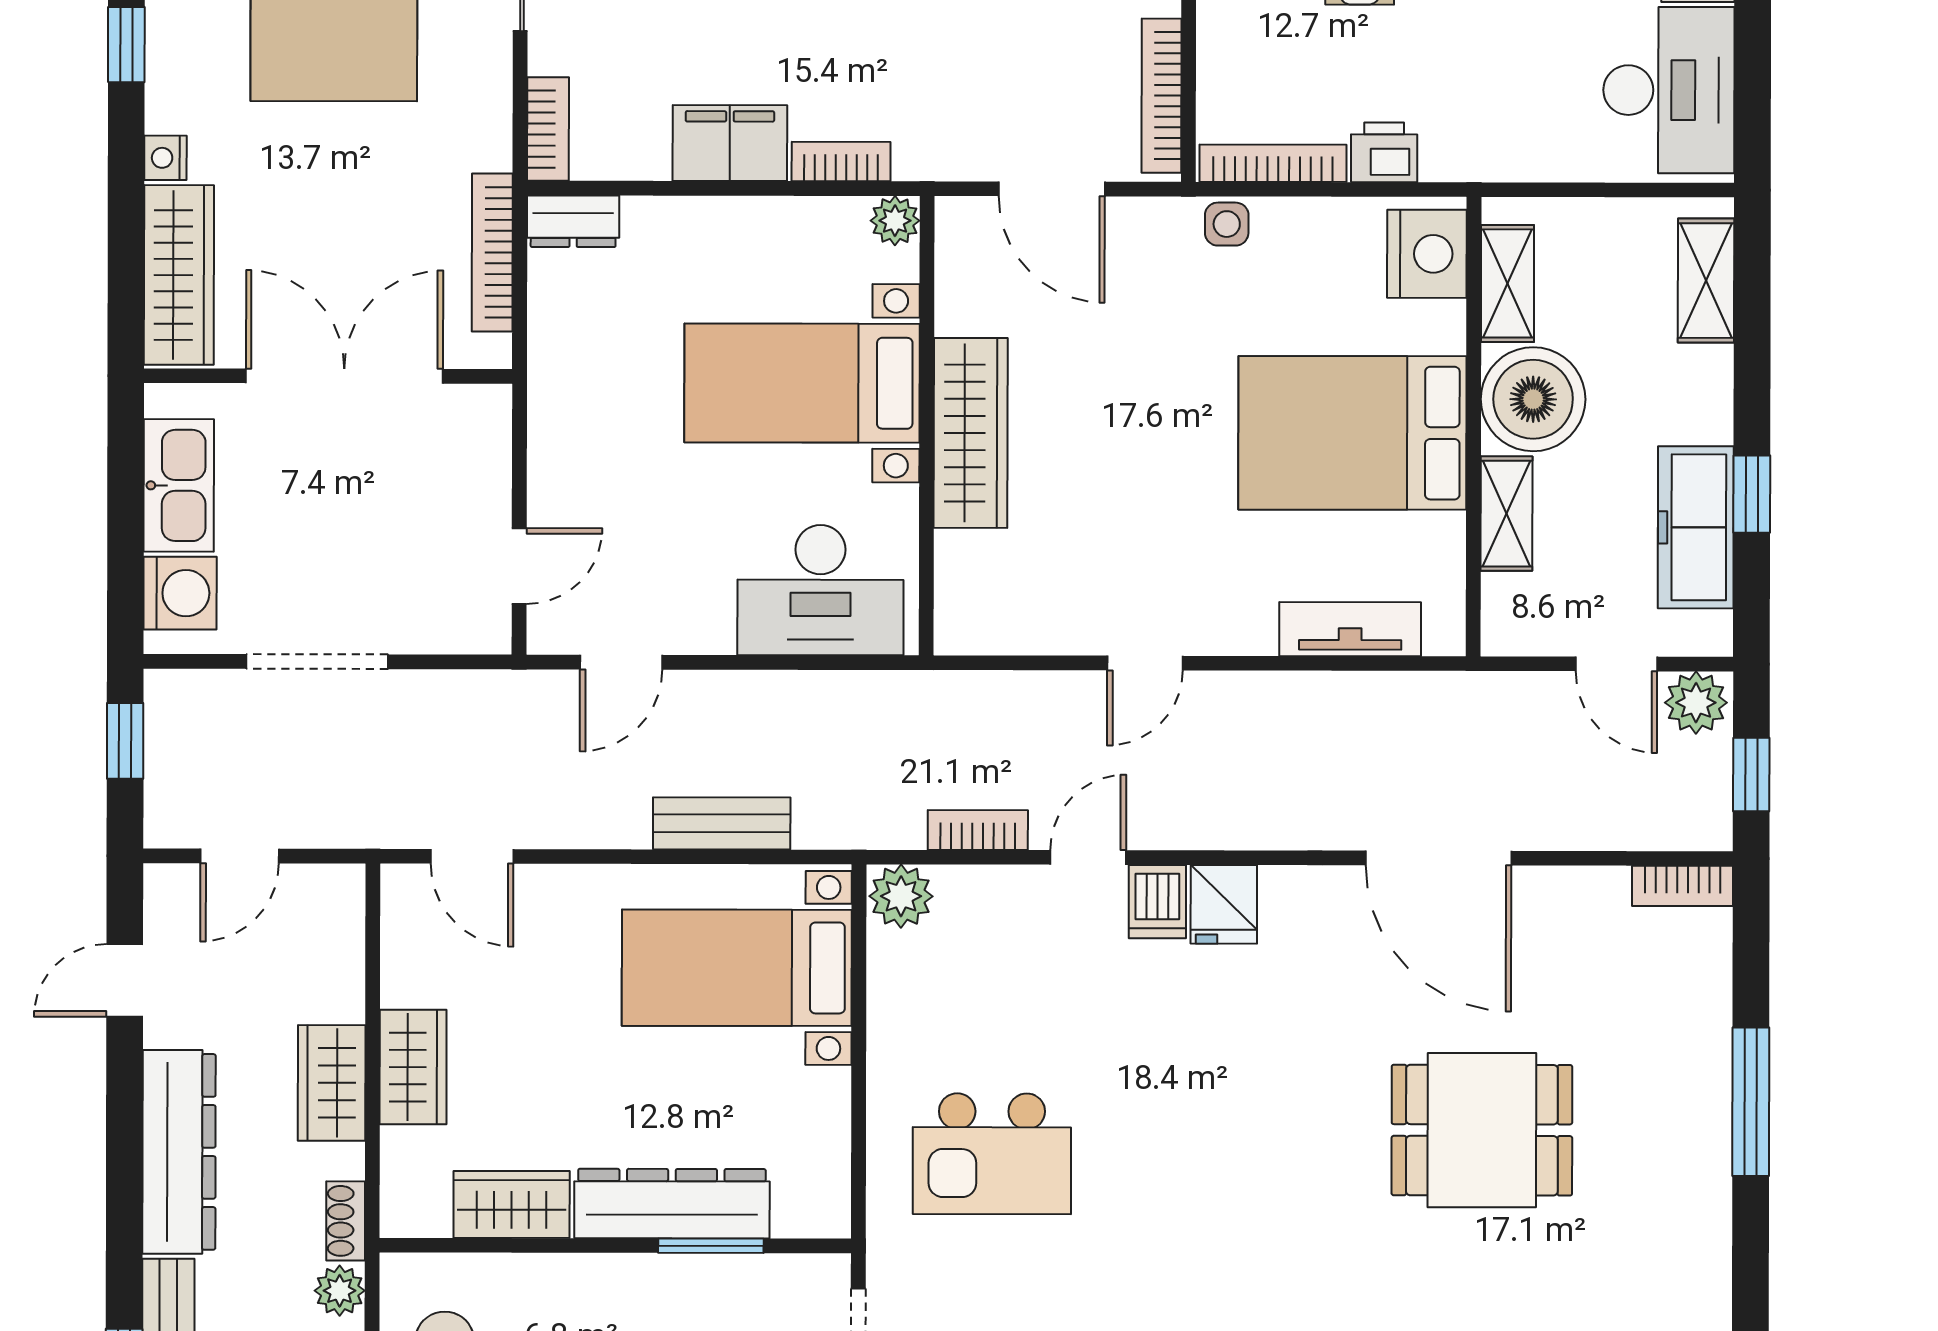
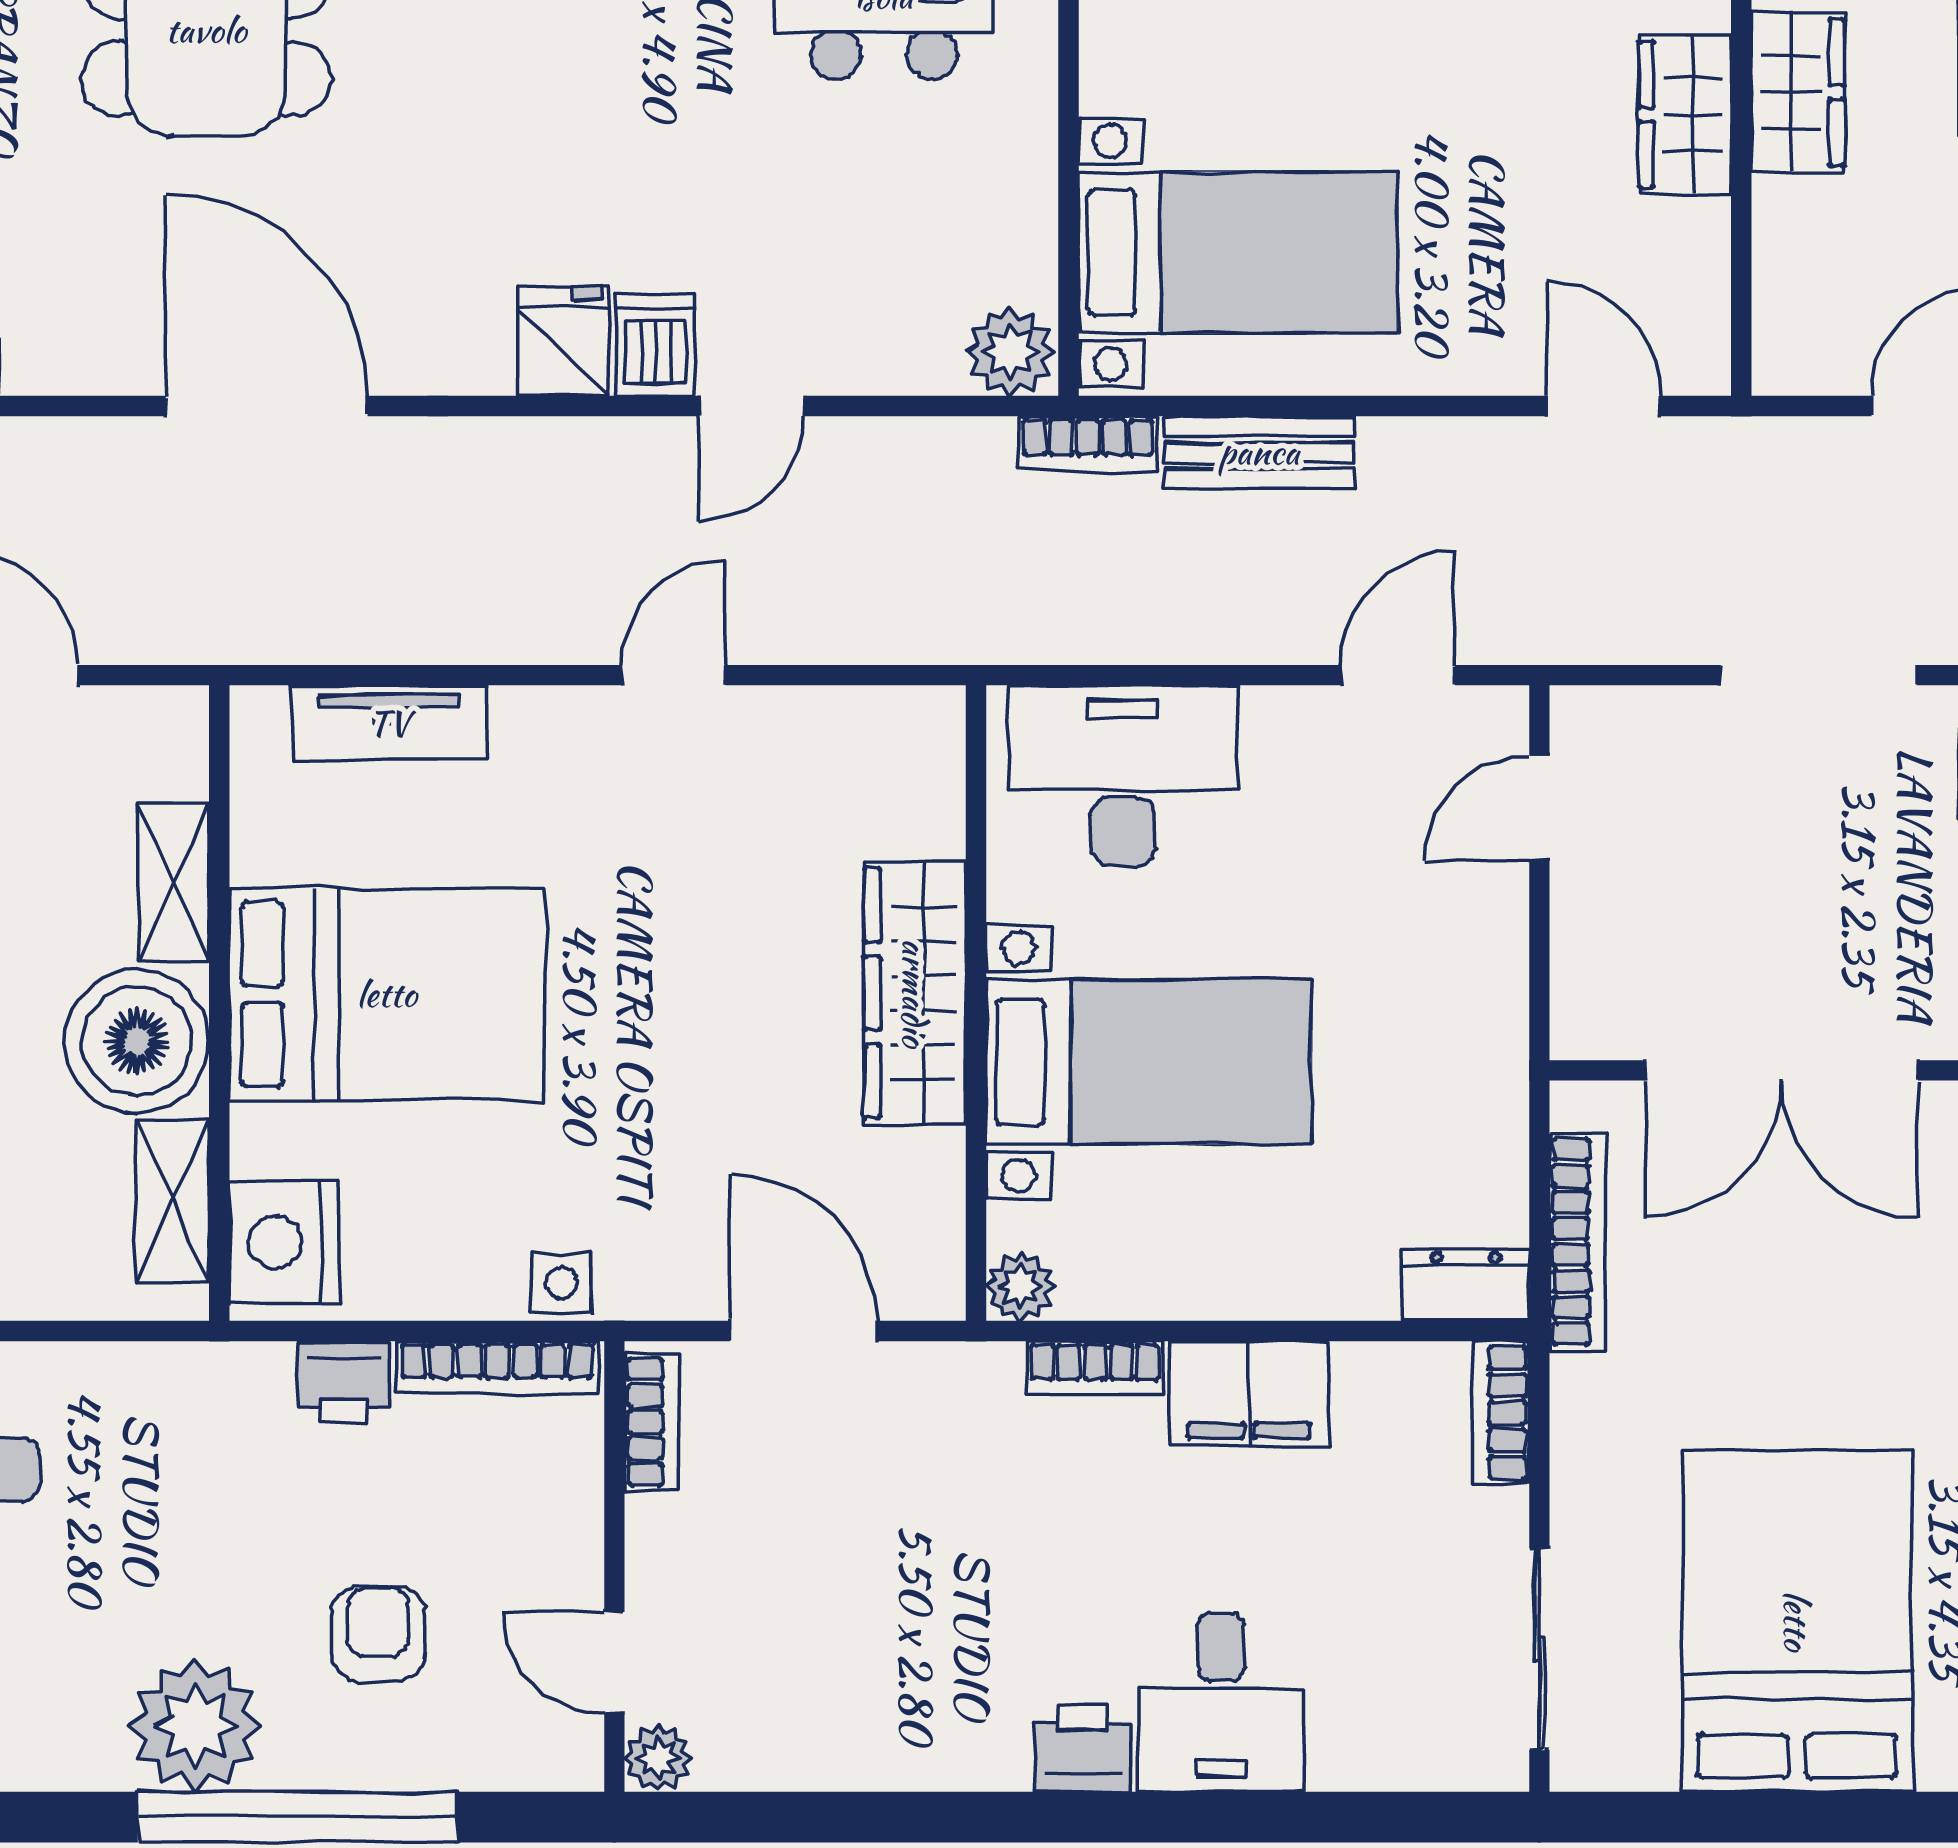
bookcase: (1161, 96) -> (652, 1422), width x0.64
bookcase: (978, 830) -> (1088, 444), moved

